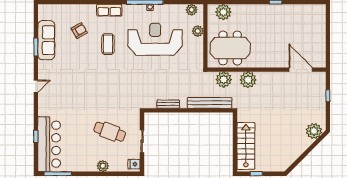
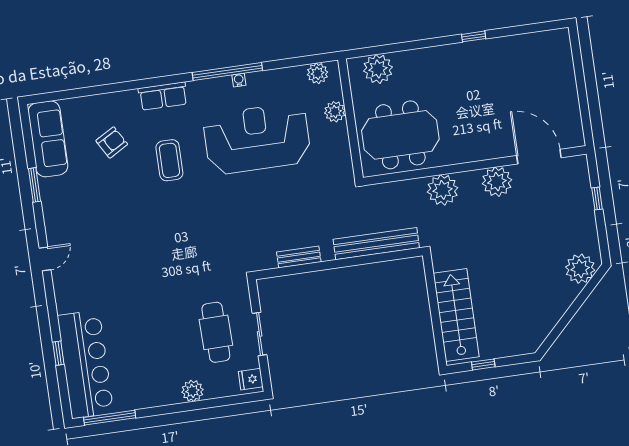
sofa: (46, 40) -> (48, 139), moved
plant: (224, 80) -> (497, 182), moved
cafe table: (110, 132) -> (216, 332), moved, turned 69

